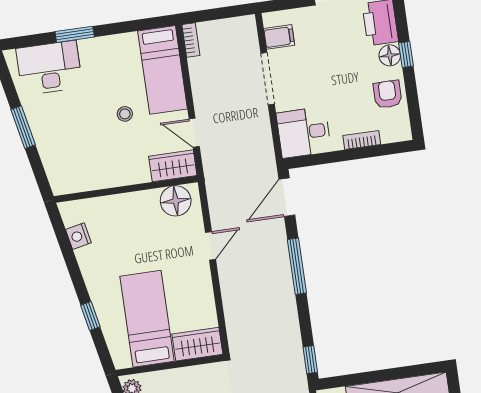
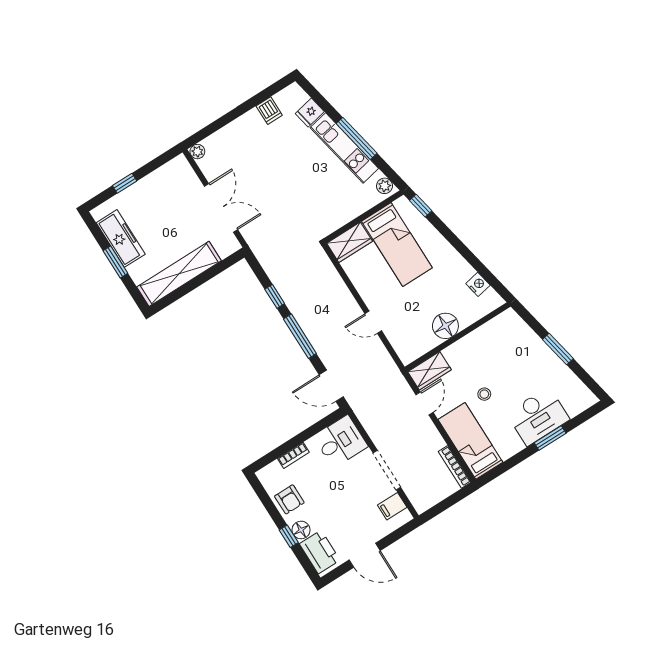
bookcase: (191, 40) -> (455, 467), width x1.56
desk: (49, 68) -> (538, 416), moved
door: (194, 133) -> (425, 403), hinge flipped
door: (287, 197) -> (331, 386), swing flipped
floor lamp: (176, 201) -> (445, 326), moved
door: (210, 246) -> (373, 322), hinge flipped
window: (90, 316) -> (421, 206), moved
window: (310, 360) -> (275, 296), moved

